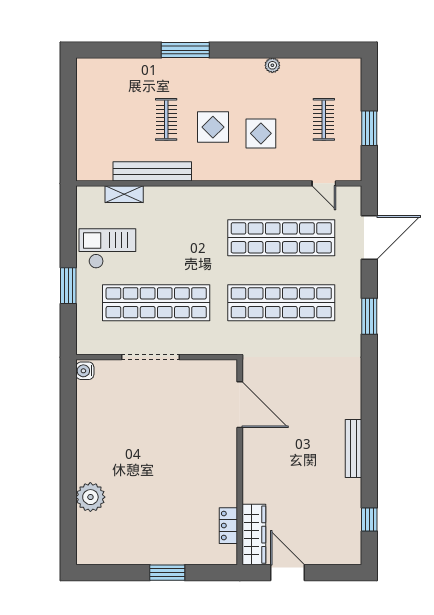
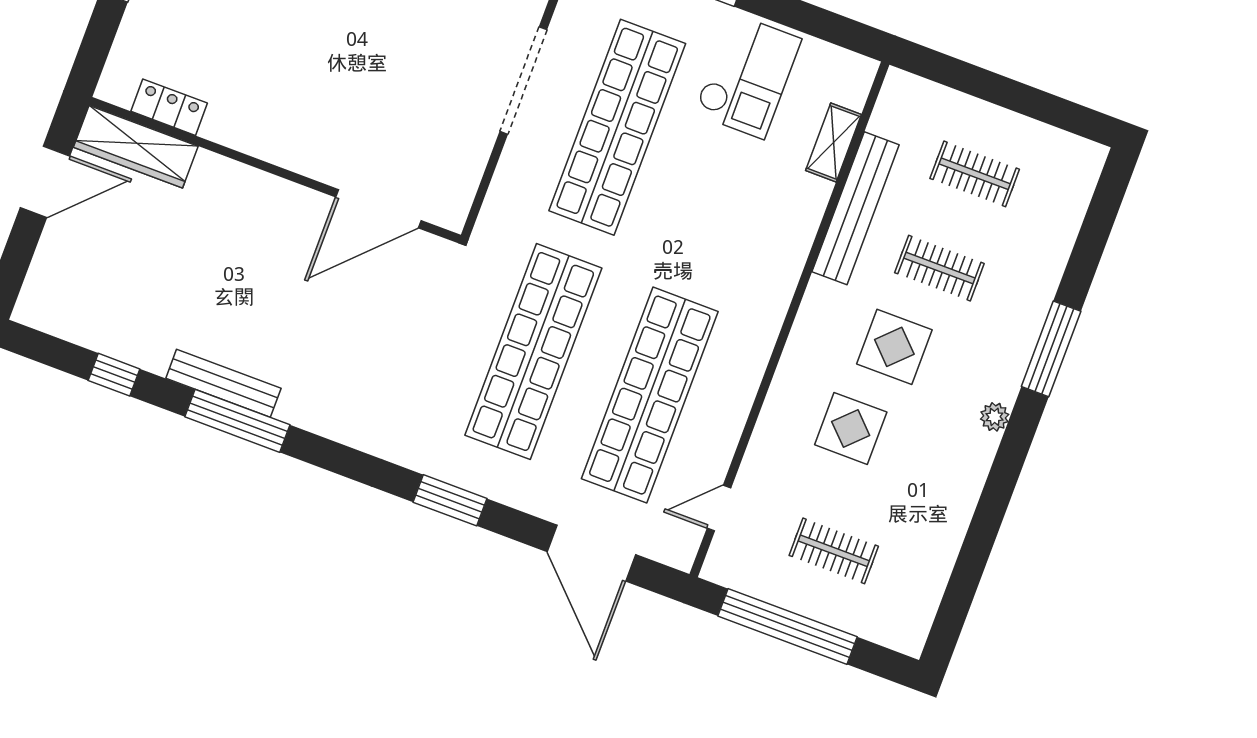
plant: (272, 65) -> (995, 417), moved
clothes rail: (114, 119) -> (975, 174), added
window: (369, 128) -> (787, 626), width x2.11
window: (369, 435) -> (237, 421), added
window: (369, 519) -> (114, 375), moved

